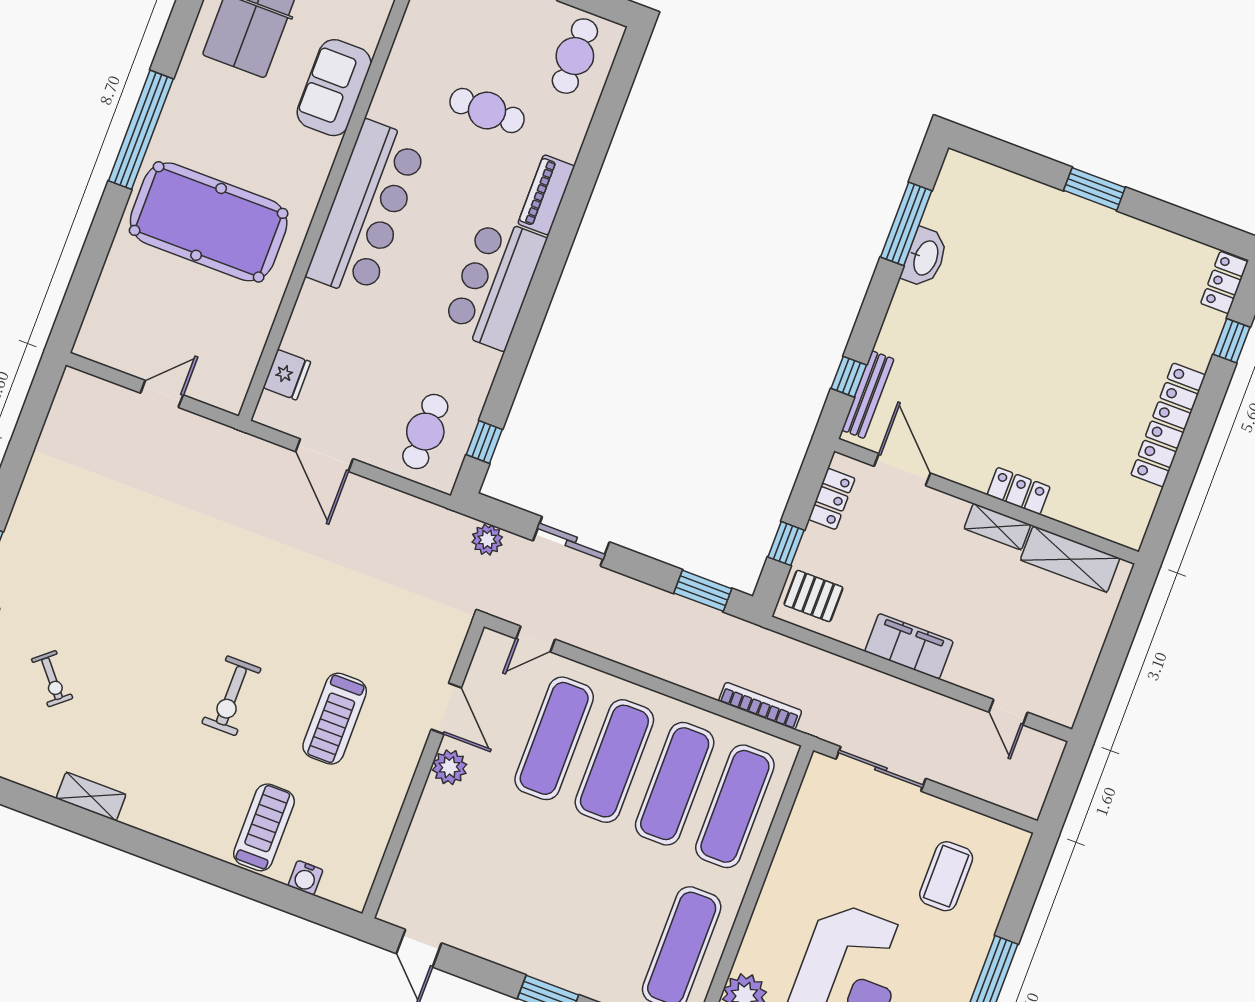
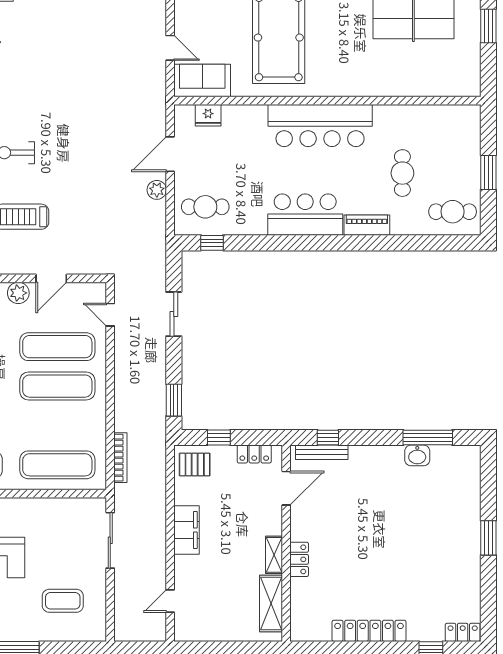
sofa: (334, 88) -> (202, 81), moved
washbasin: (925, 258) -> (417, 455), width x0.72
plant: (487, 540) -> (157, 190), moved
pallet: (813, 596) -> (195, 465), turned 90
exercise mat: (675, 784) -> (57, 425), removed

